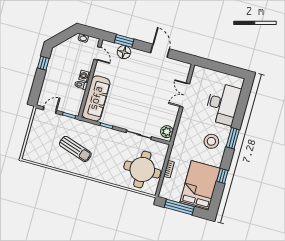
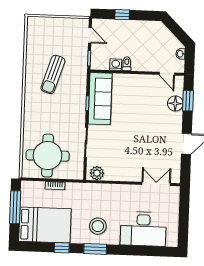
door: (97, 53) -> (167, 74), hinge flipped
window: (43, 63) -> (122, 15), moved
washing machine: (85, 76) -> (116, 65), moved
double door: (185, 95) -> (156, 184), moved
sofa: (96, 98) -> (100, 99), moved, turned -90
window: (233, 138) -> (95, 249), moved

